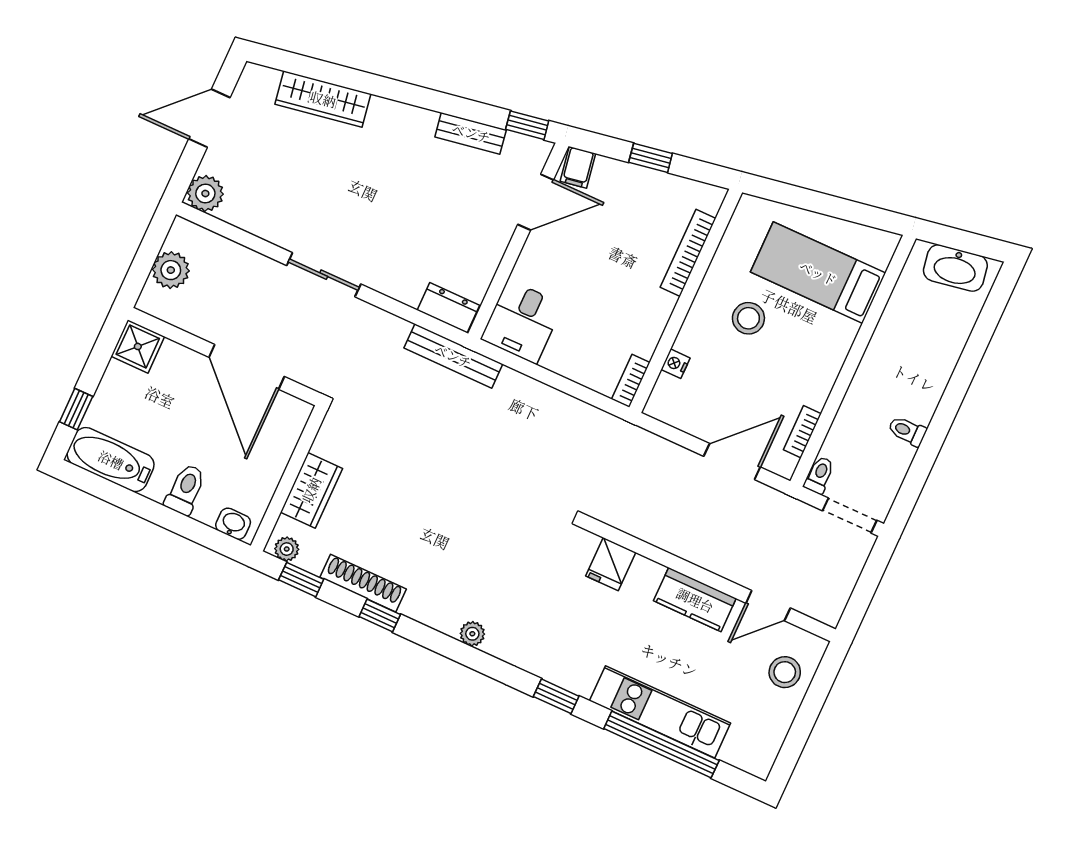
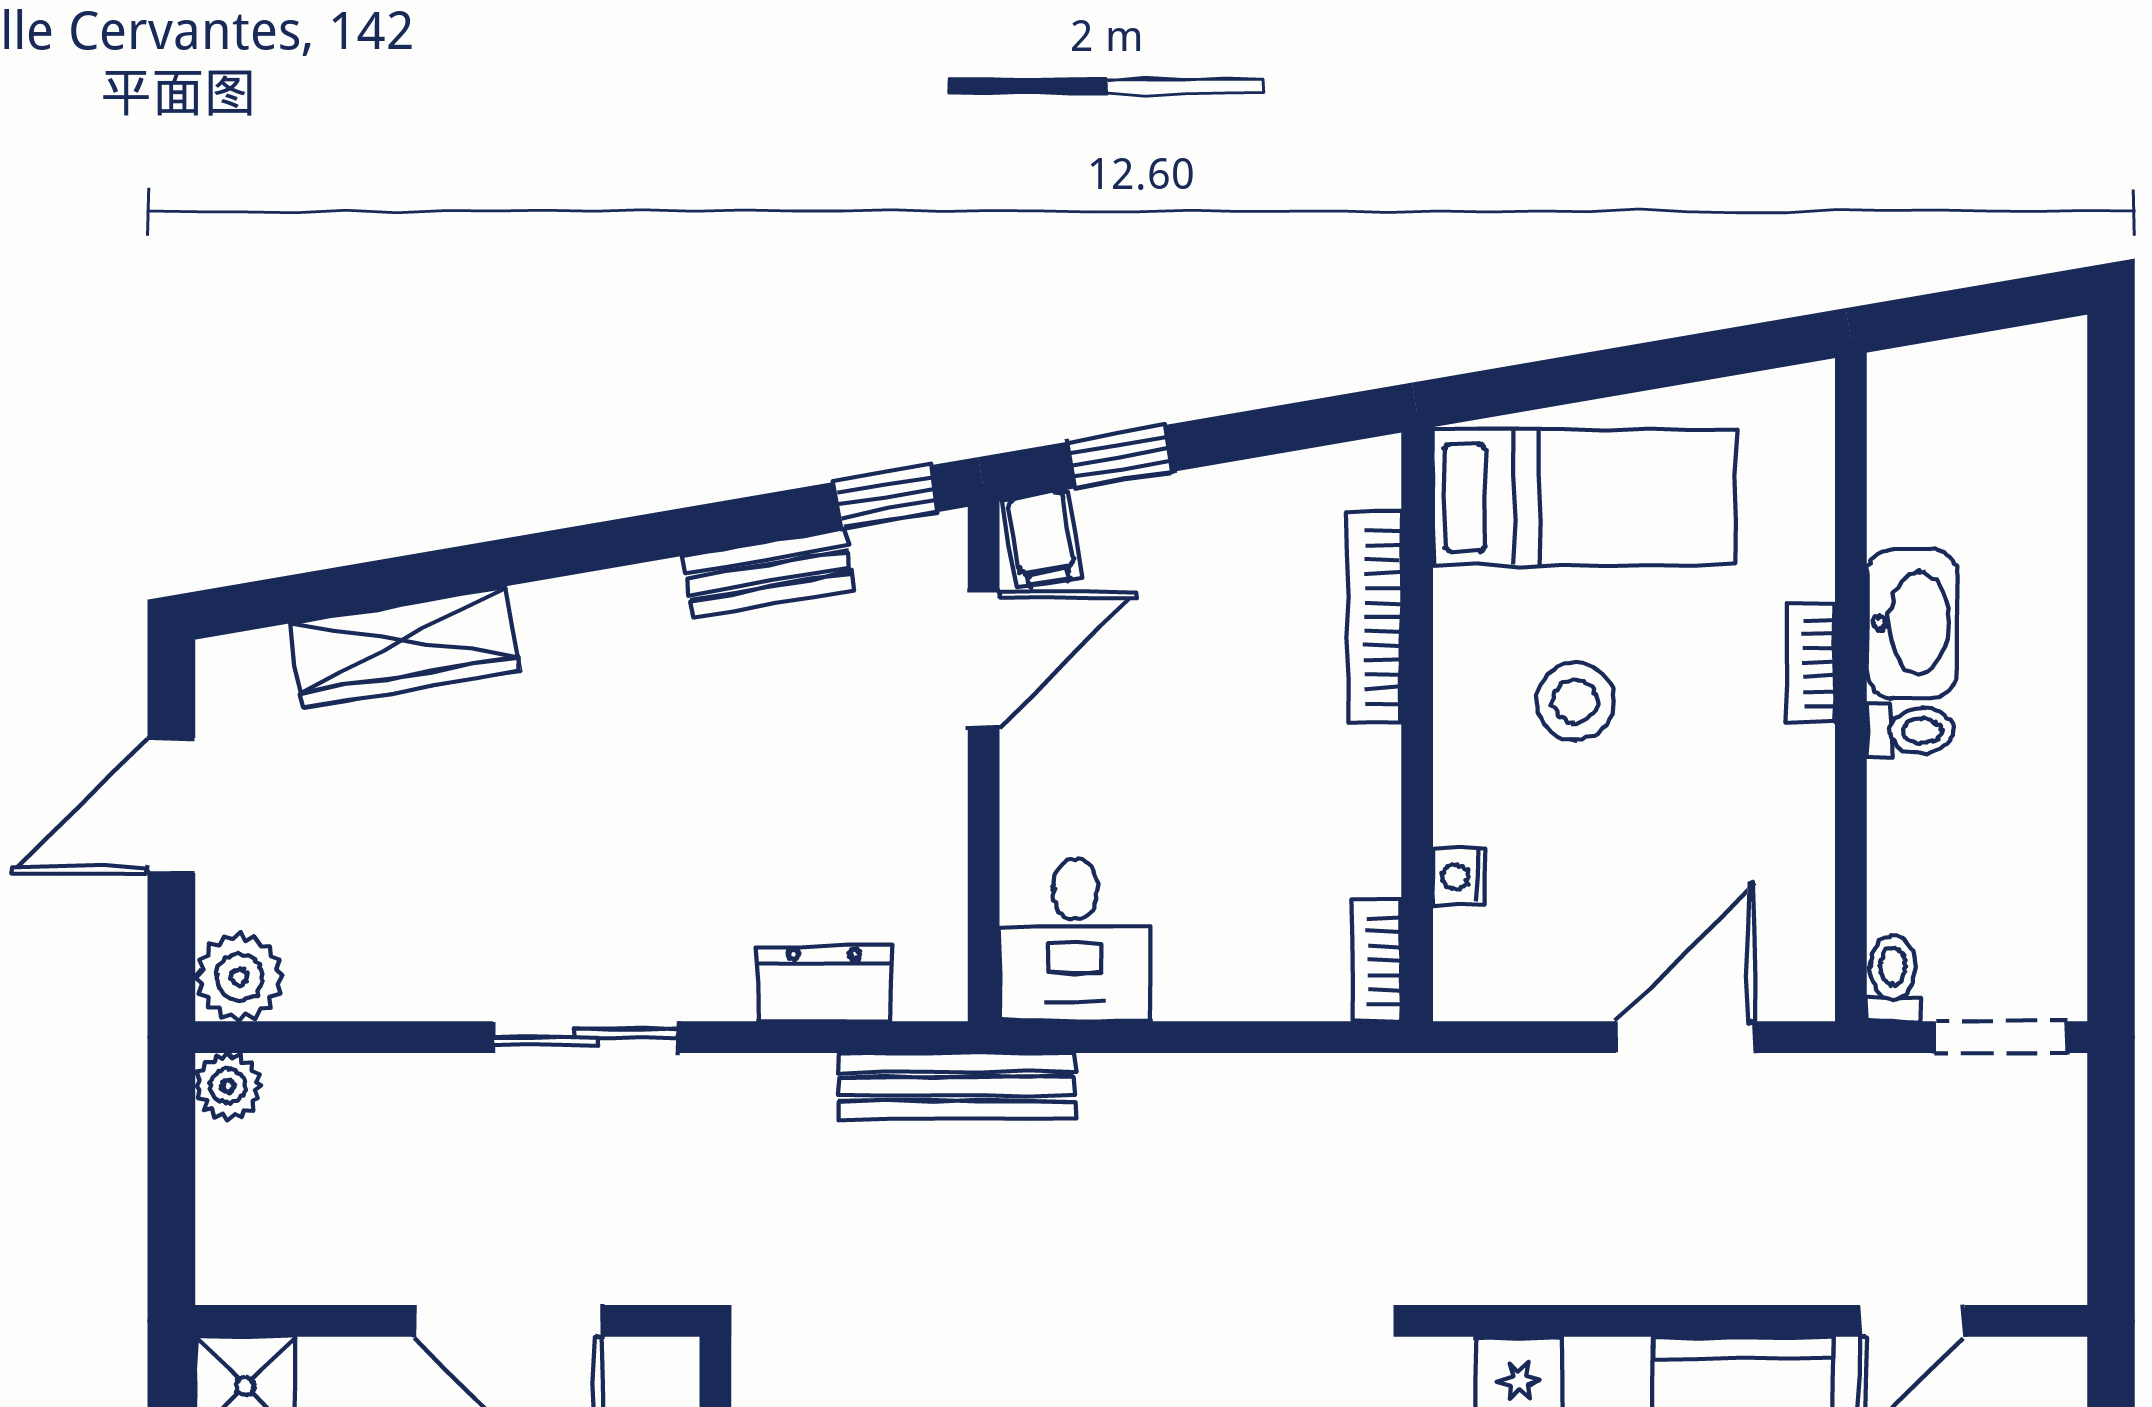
window: (651, 158) -> (1120, 457), moved
washbasin: (955, 268) -> (1912, 623), moved, turned -80
plant: (171, 270) -> (228, 1086), moved, width x0.73, depth x0.73
bed: (818, 273) -> (1584, 498), moved, turned 180
dresser: (448, 308) -> (824, 984), moved
toilet: (907, 431) -> (1910, 731), moved, turned 180
bookcase: (802, 432) -> (1811, 663), moved

